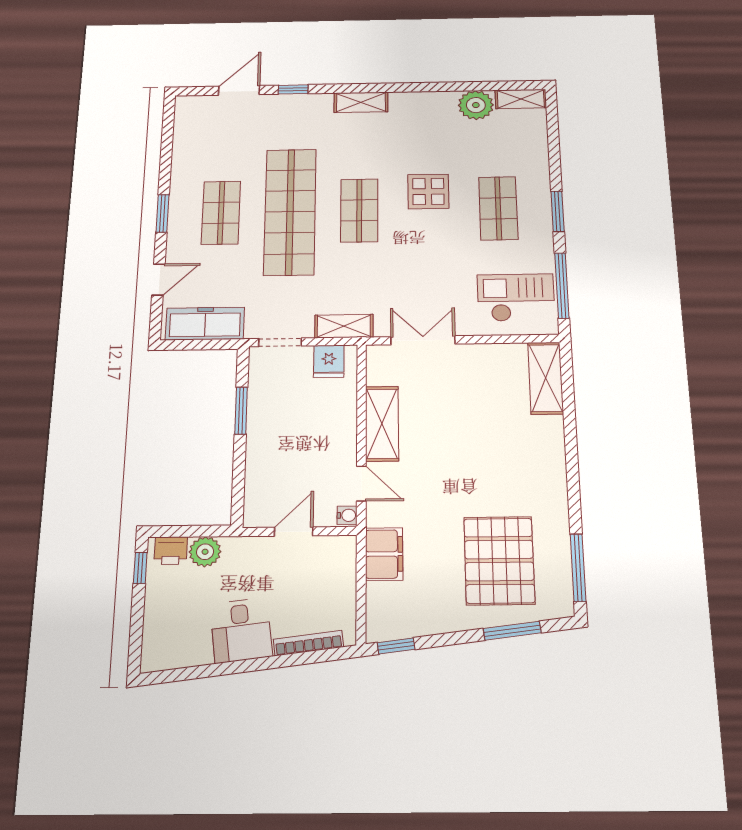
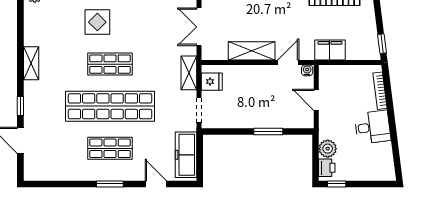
window: (241, 411) -> (268, 132), moved

